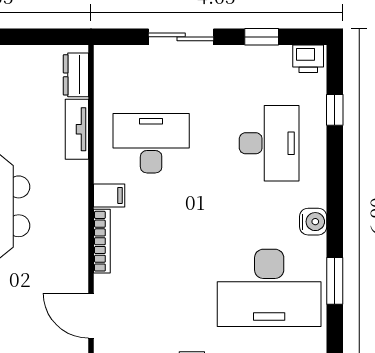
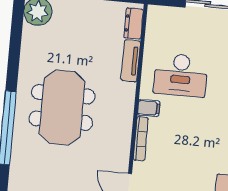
desk: (151, 143) -> (181, 75), turned 180

